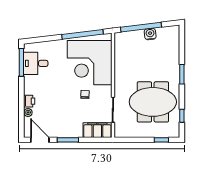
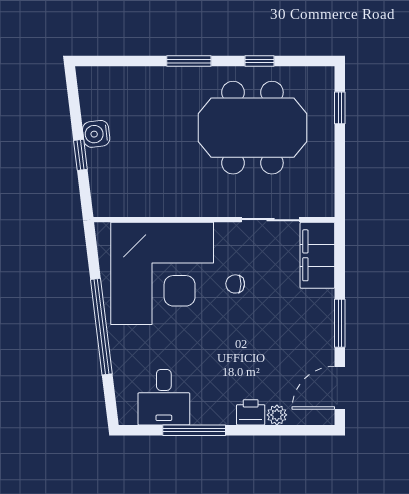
window: (141, 27) -> (80, 155), width x0.32
window: (82, 34) -> (101, 327), moved
window: (21, 62) -> (194, 430), moved
meeting table: (153, 102) -> (252, 128), turned 90
window: (182, 116) -> (260, 61), moved

